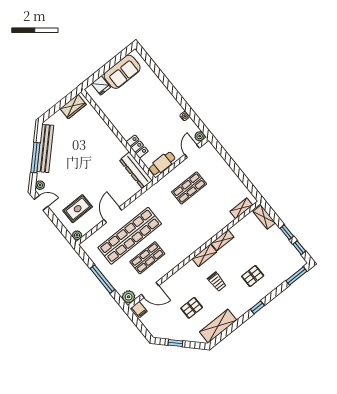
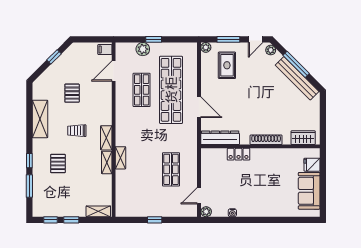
wardrobe: (73, 107) -> (303, 138), moved, turned 90
shoe rack: (110, 135) -> (266, 140), added
door: (192, 151) -> (199, 196), swing flipped
cafe table: (162, 163) -> (209, 164), removed
window: (237, 170) -> (155, 220), added
shelving: (241, 208) -> (120, 158), moved
door: (113, 215) -> (199, 107), moved
window: (57, 223) -> (228, 39), added
window: (296, 276) -> (29, 186), moved
window: (102, 279) -> (154, 39), width x0.46
plant: (129, 297) -> (143, 49), moved
window: (257, 307) -> (29, 161), moved
shelving: (218, 326) -> (40, 119), moved

